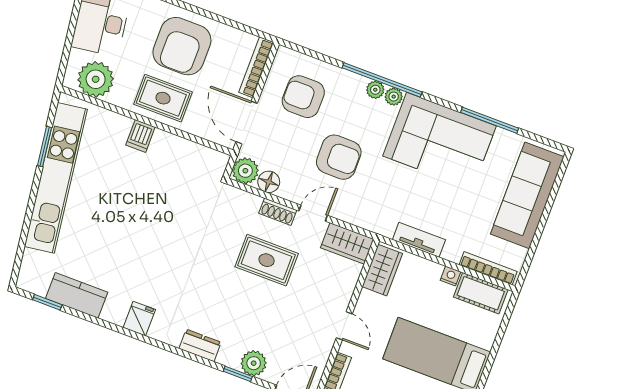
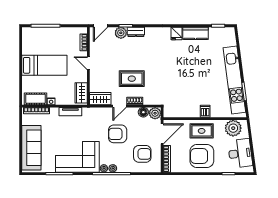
armchair: (182, 46) -> (202, 156), turned -90
door: (247, 123) -> (162, 134), hinge flipped
kitchen counter: (77, 295) -> (195, 33), moved
dresser: (200, 345) -> (136, 32), moved

